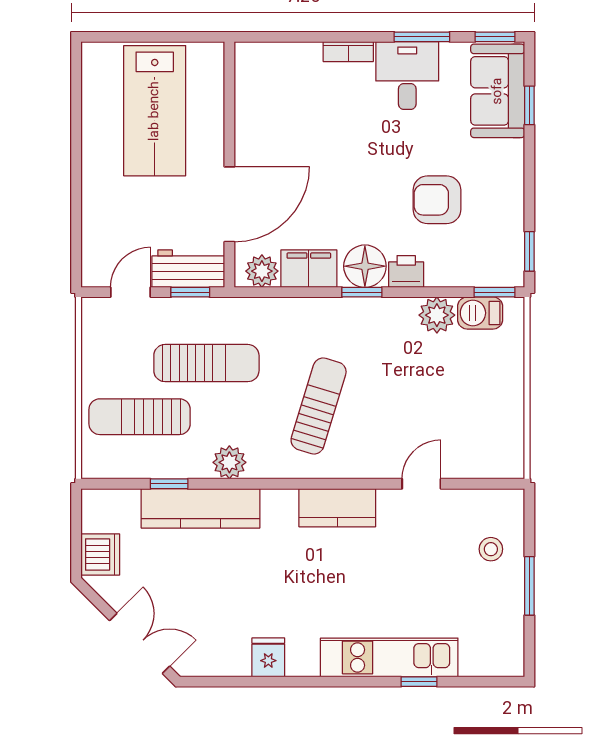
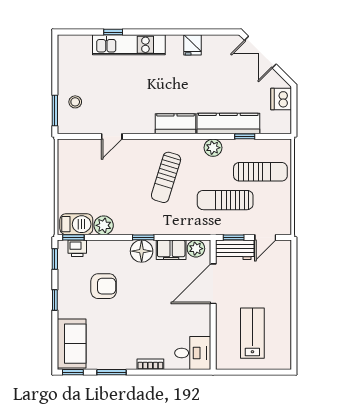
desk: (407, 75) -> (193, 353), moved, turned -90
window: (529, 105) -> (55, 300), moved
lab bench: (155, 111) -> (252, 333), width x0.73, depth x0.72
printer: (406, 272) -> (77, 248), moved
barbecue: (480, 313) -> (76, 224), width x1.38, depth x1.27
kitchen counter: (337, 508) -> (175, 124), moved
window: (529, 586) -> (55, 110), moved

